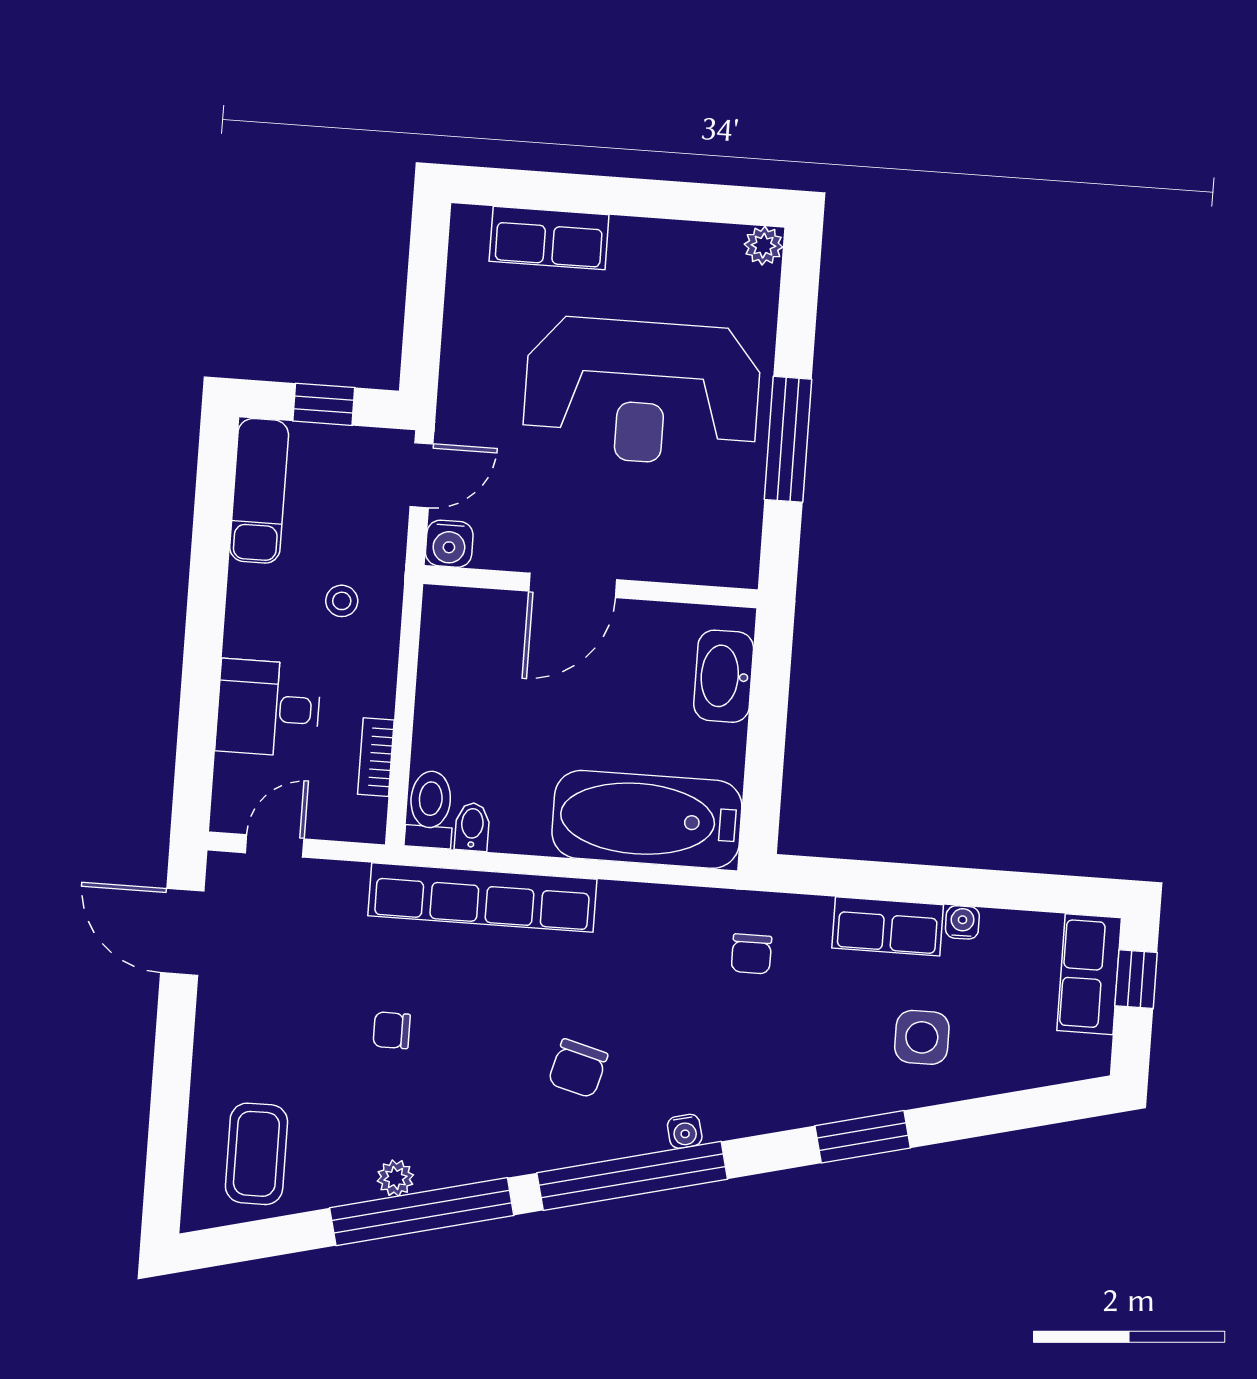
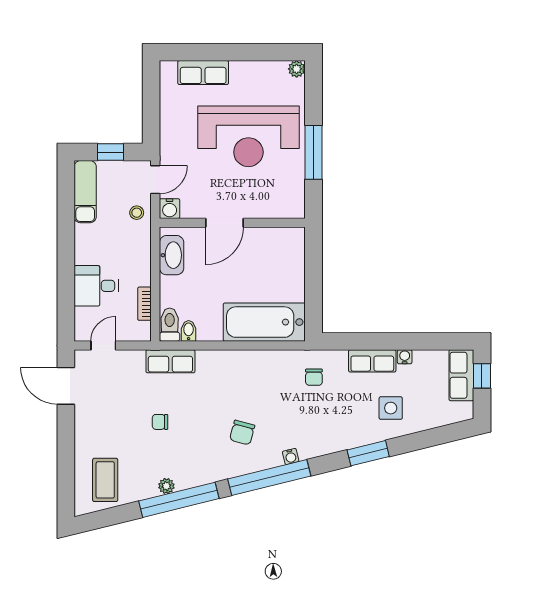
stool: (342, 601) -> (137, 213), moved
washbasin: (724, 676) -> (172, 255), moved, turned 180
row of seats: (482, 898) -> (170, 361), width x0.50

